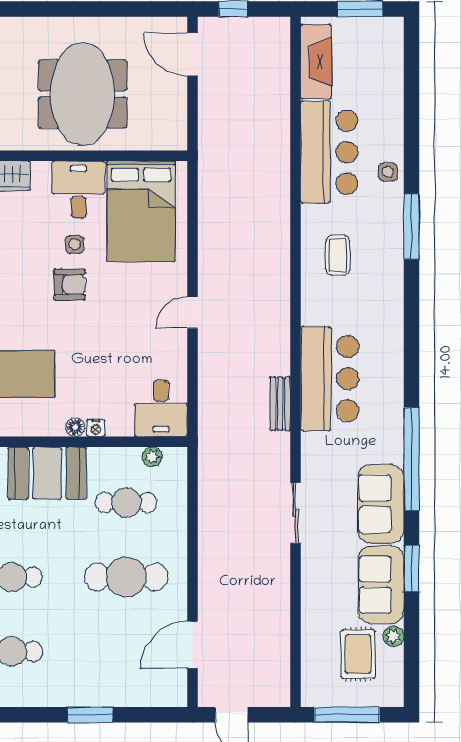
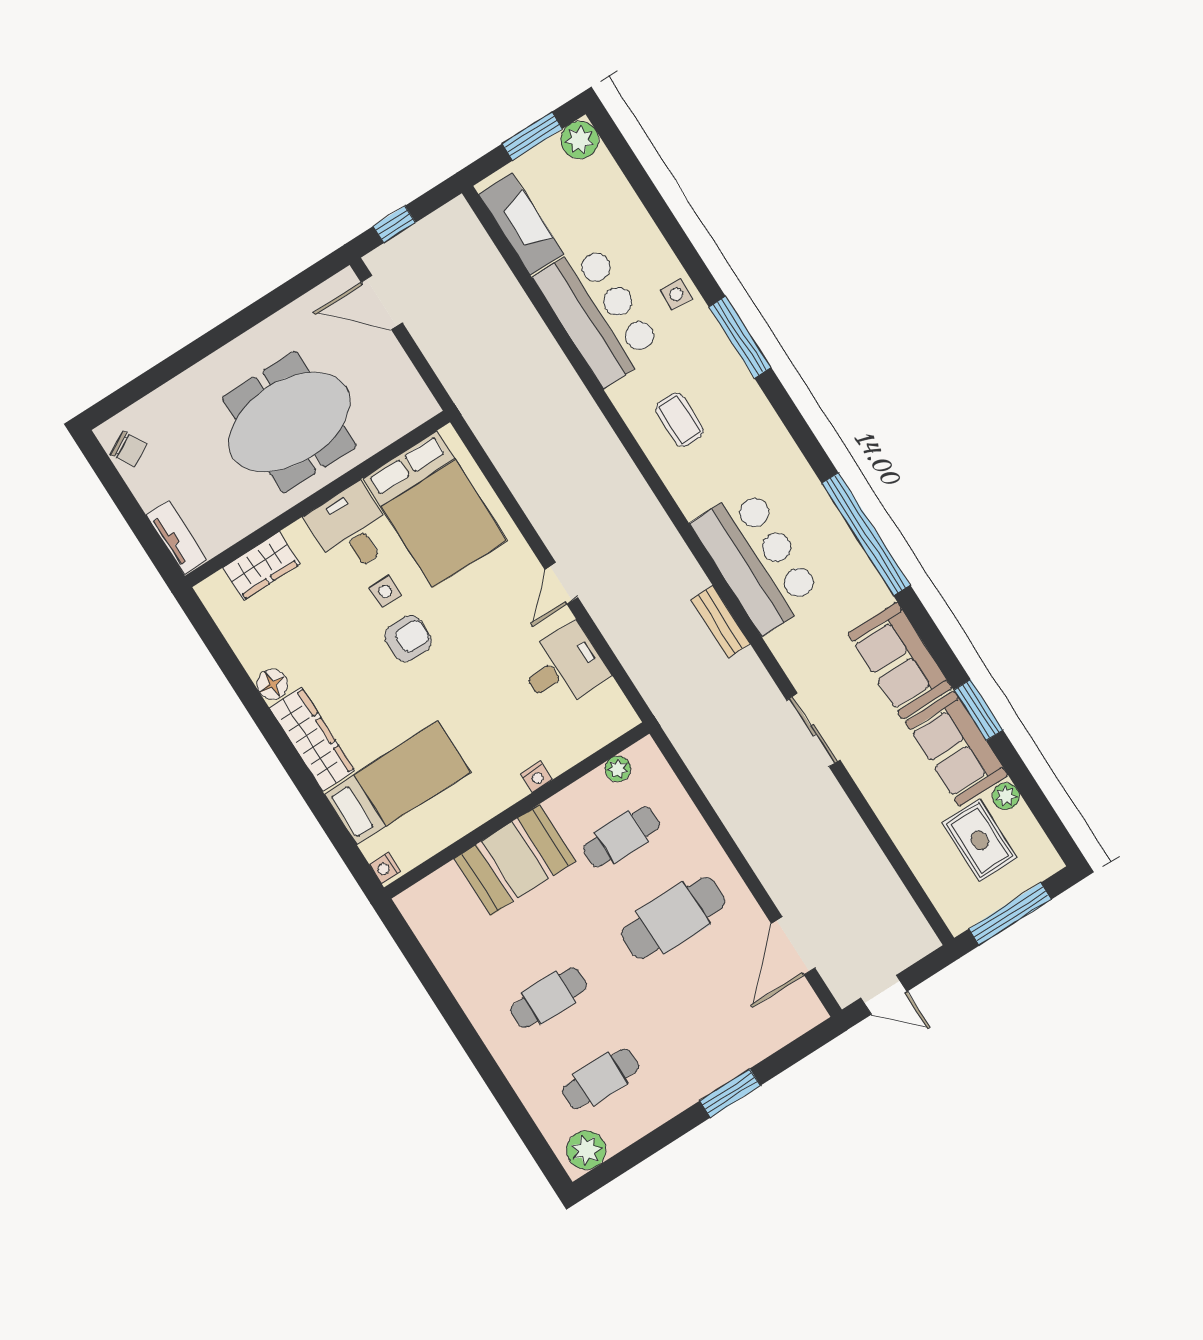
plant: (389, 31) -> (580, 140), added
meeting table: (83, 94) -> (289, 422), turned 90
desk: (161, 408) -> (563, 667), moved, turned -90
floor lamp: (75, 427) -> (513, 790), removed
window: (411, 459) -> (866, 534), moved

